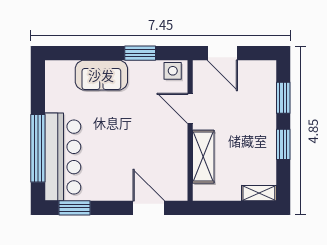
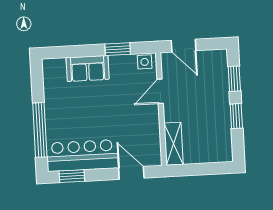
door: (190, 108) -> (160, 91), hinge flipped
bar counter: (63, 157) -> (82, 156), moved, turned -90
shelving: (203, 157) -> (174, 144), moved
shelving: (259, 193) -> (219, 156), removed

